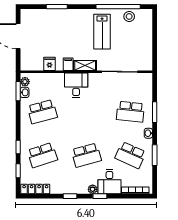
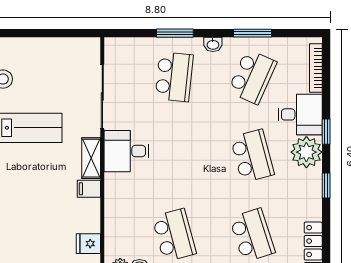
fridge: (50, 64) -> (88, 244), moved
desk: (76, 85) -> (127, 151), moved
plant: (93, 189) -> (306, 152), width x1.88, depth x1.88

